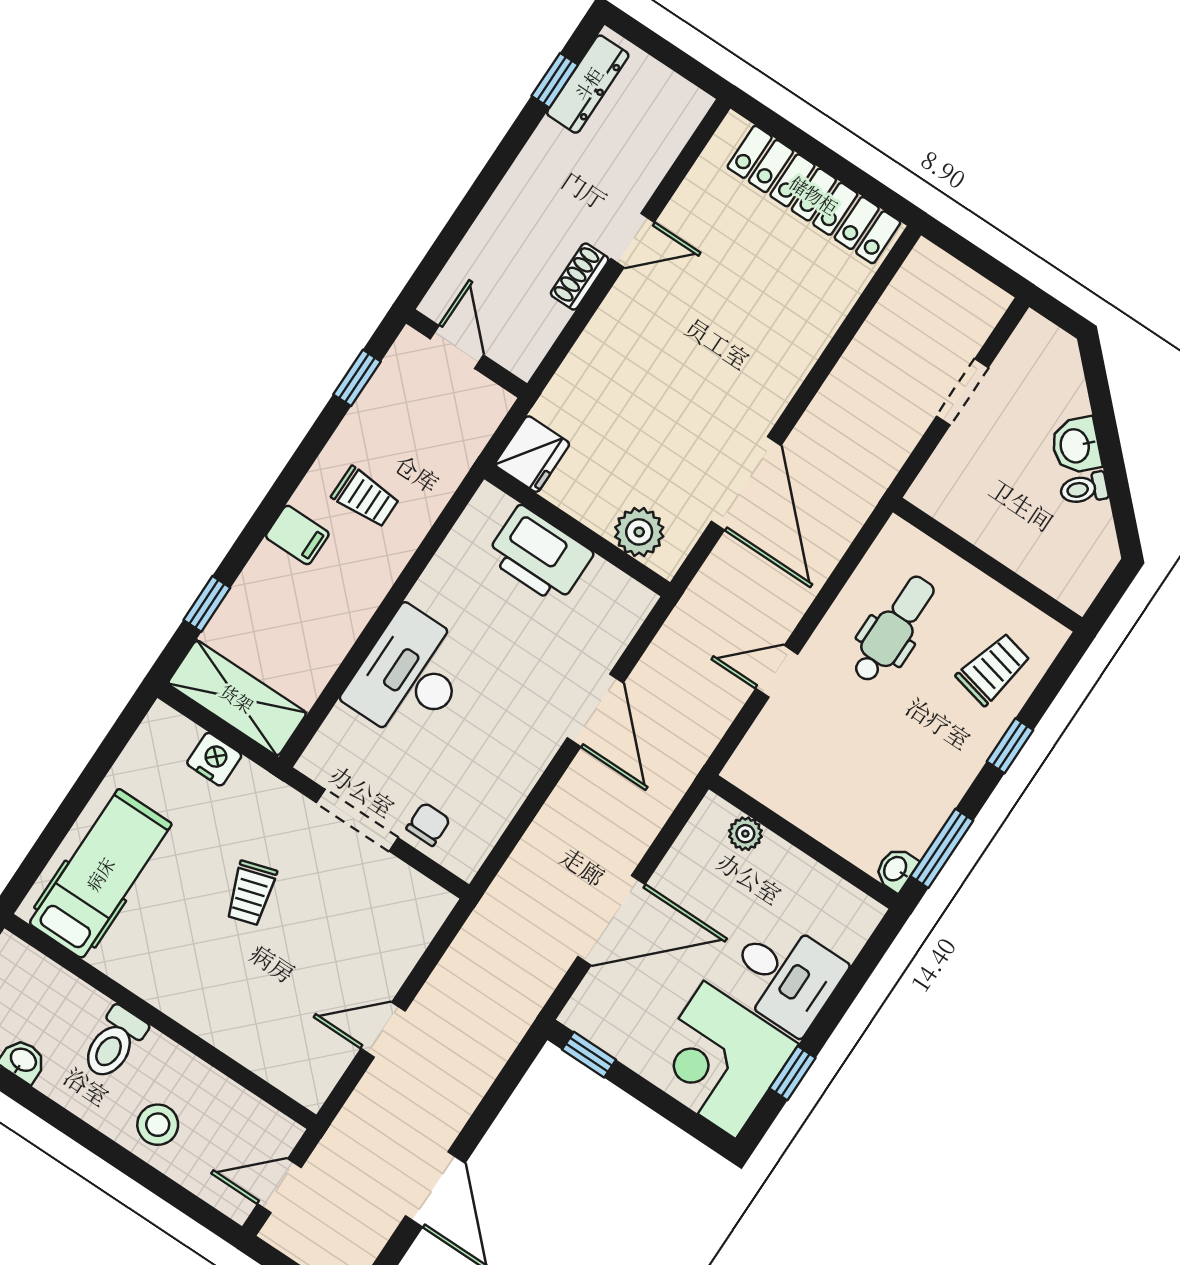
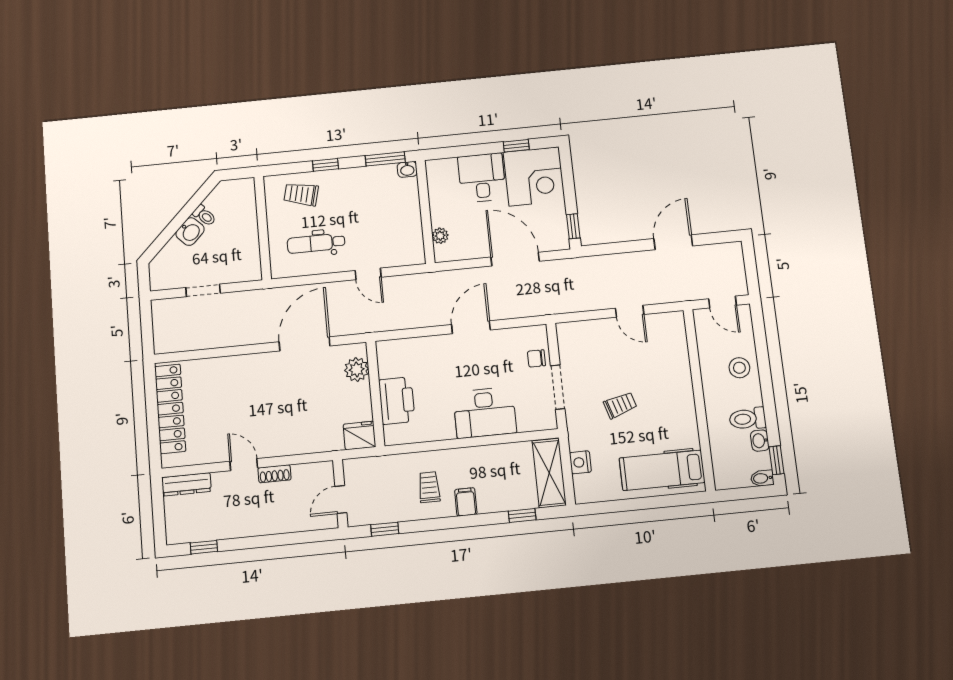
dresser: (588, 84) -> (187, 484), moved, turned 180
door: (595, 710) -> (471, 327), moved
toilet: (114, 1043) -> (748, 419), moved, turned 180

